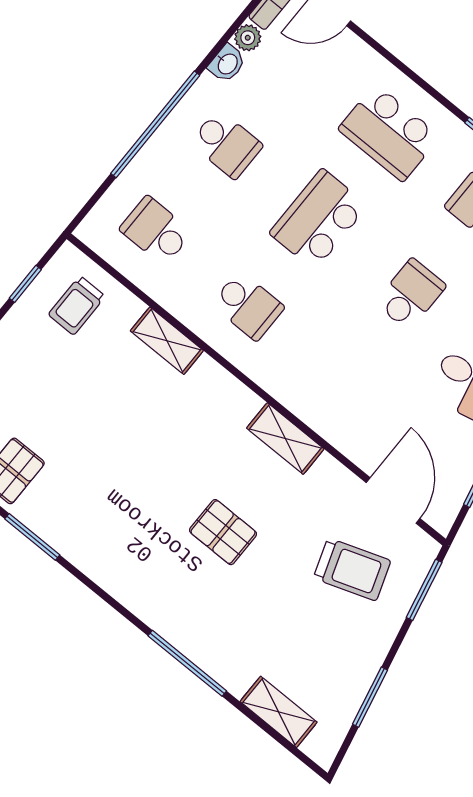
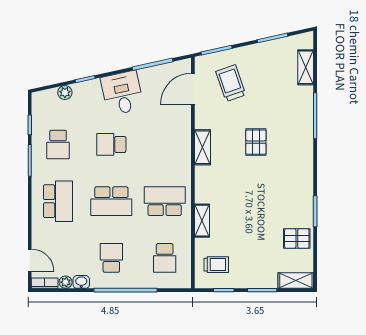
school desk: (248, 306) -> (165, 201), width x1.85

